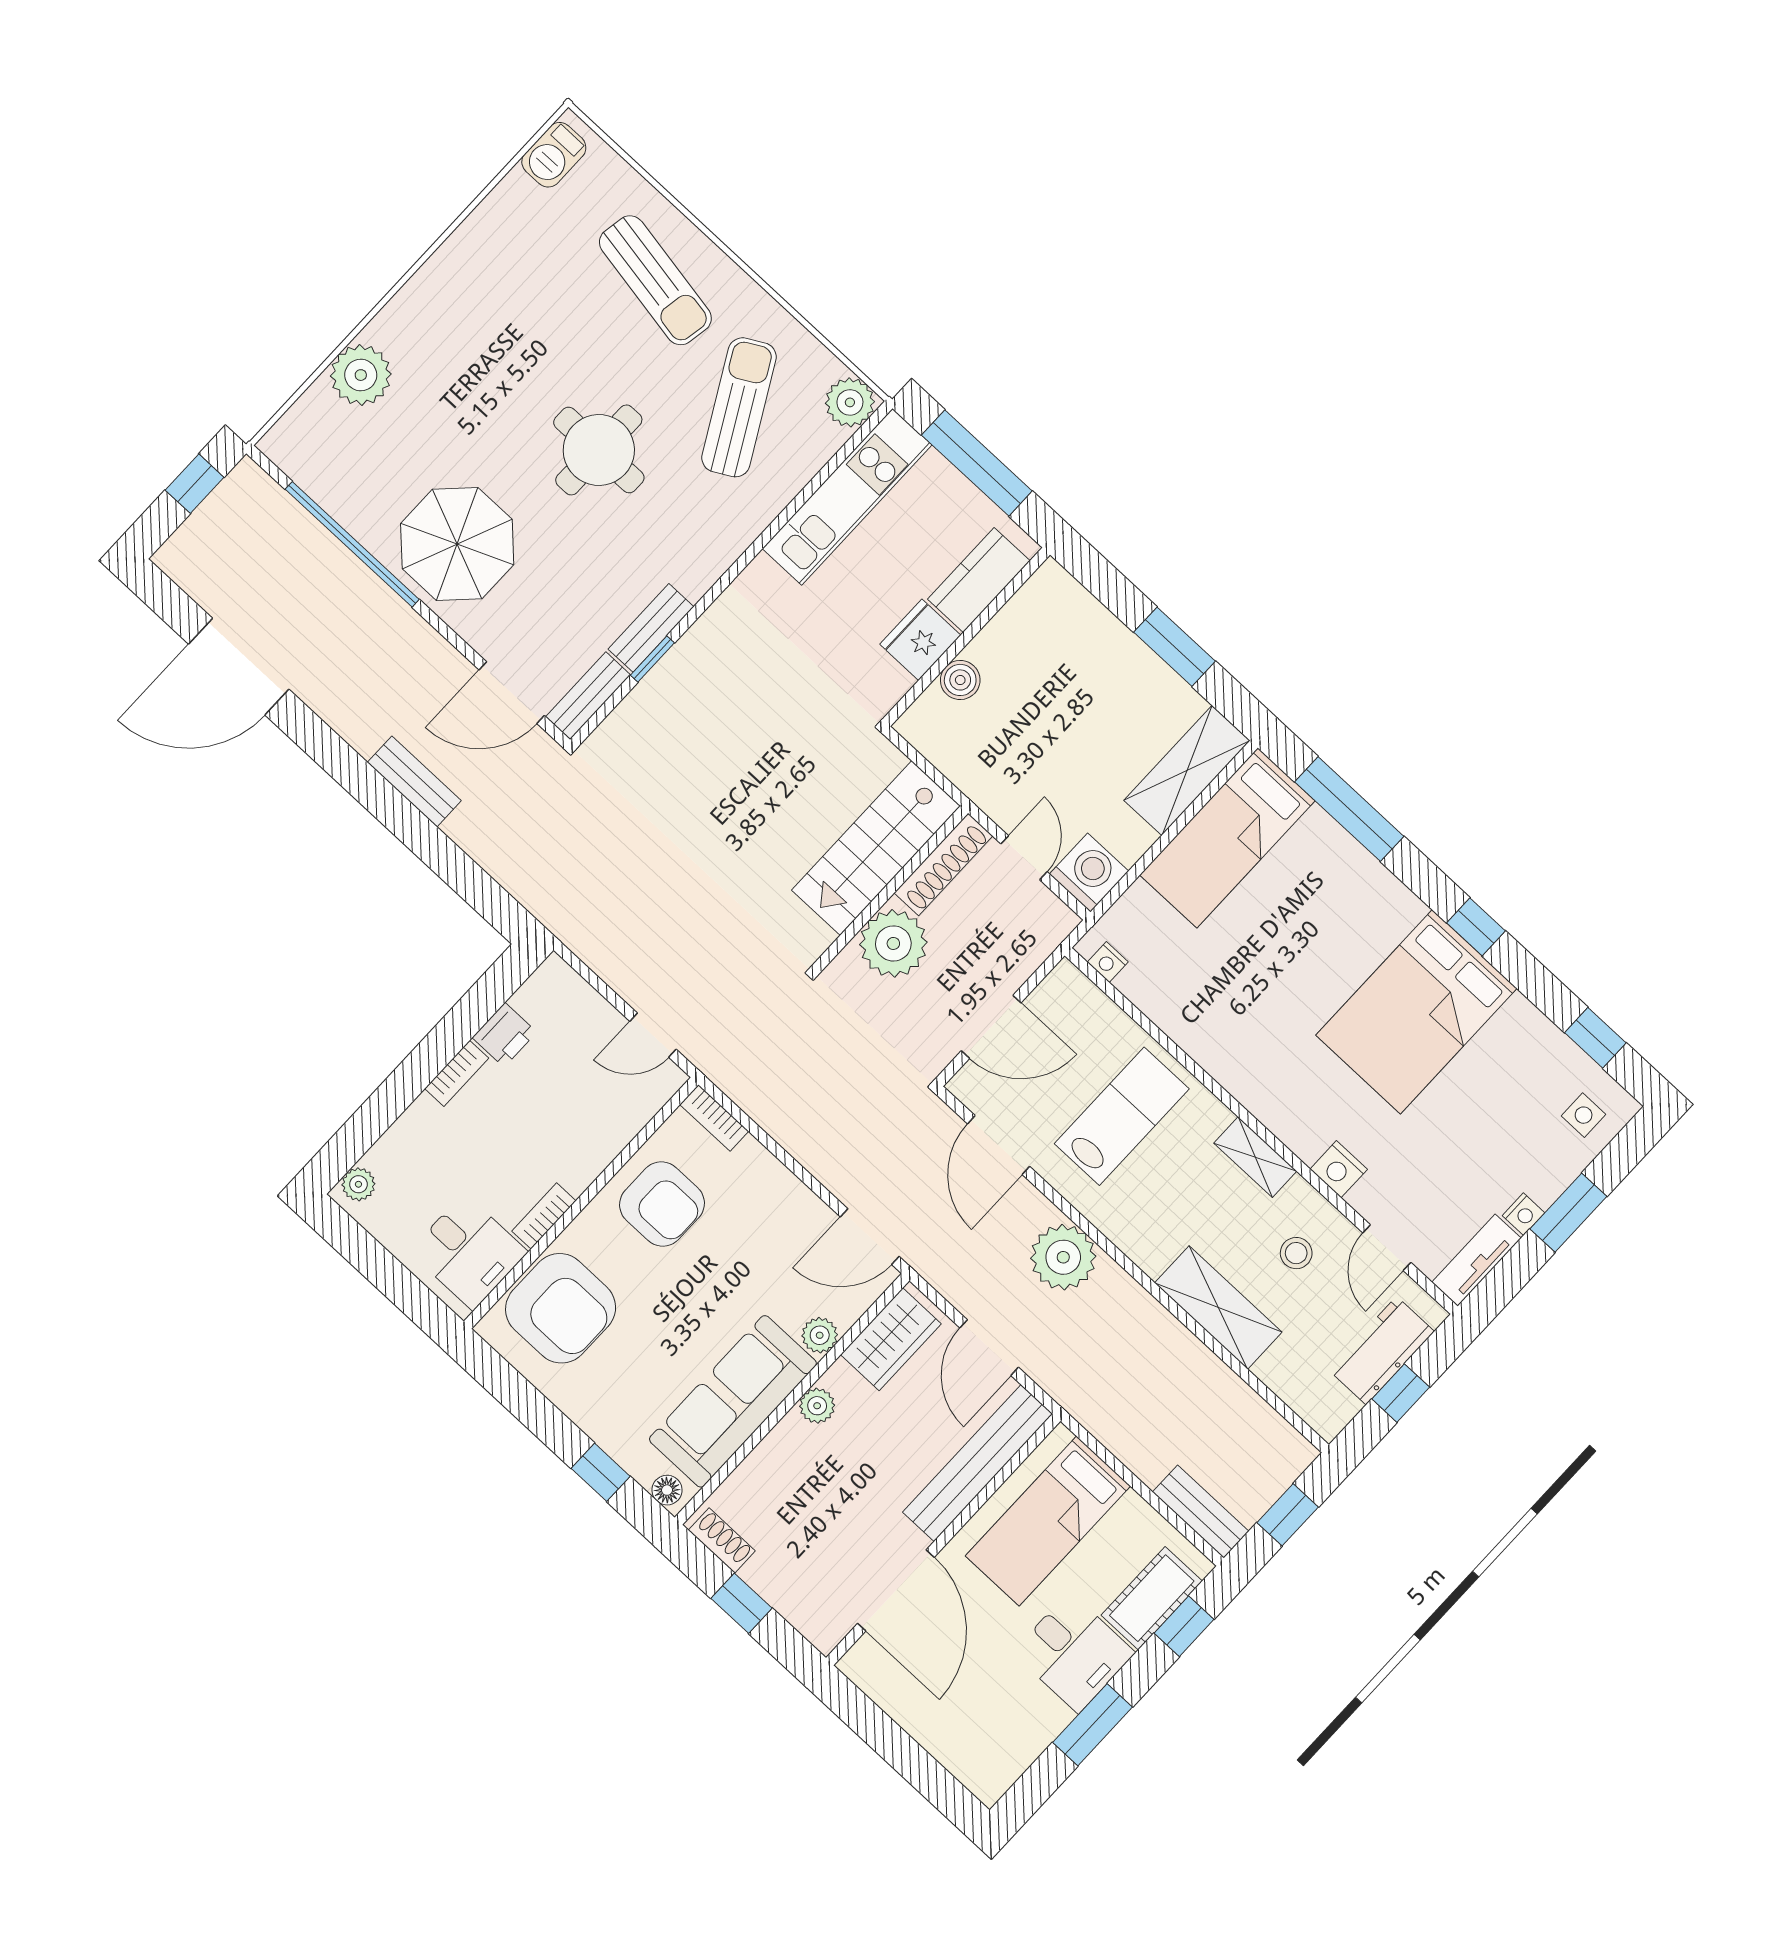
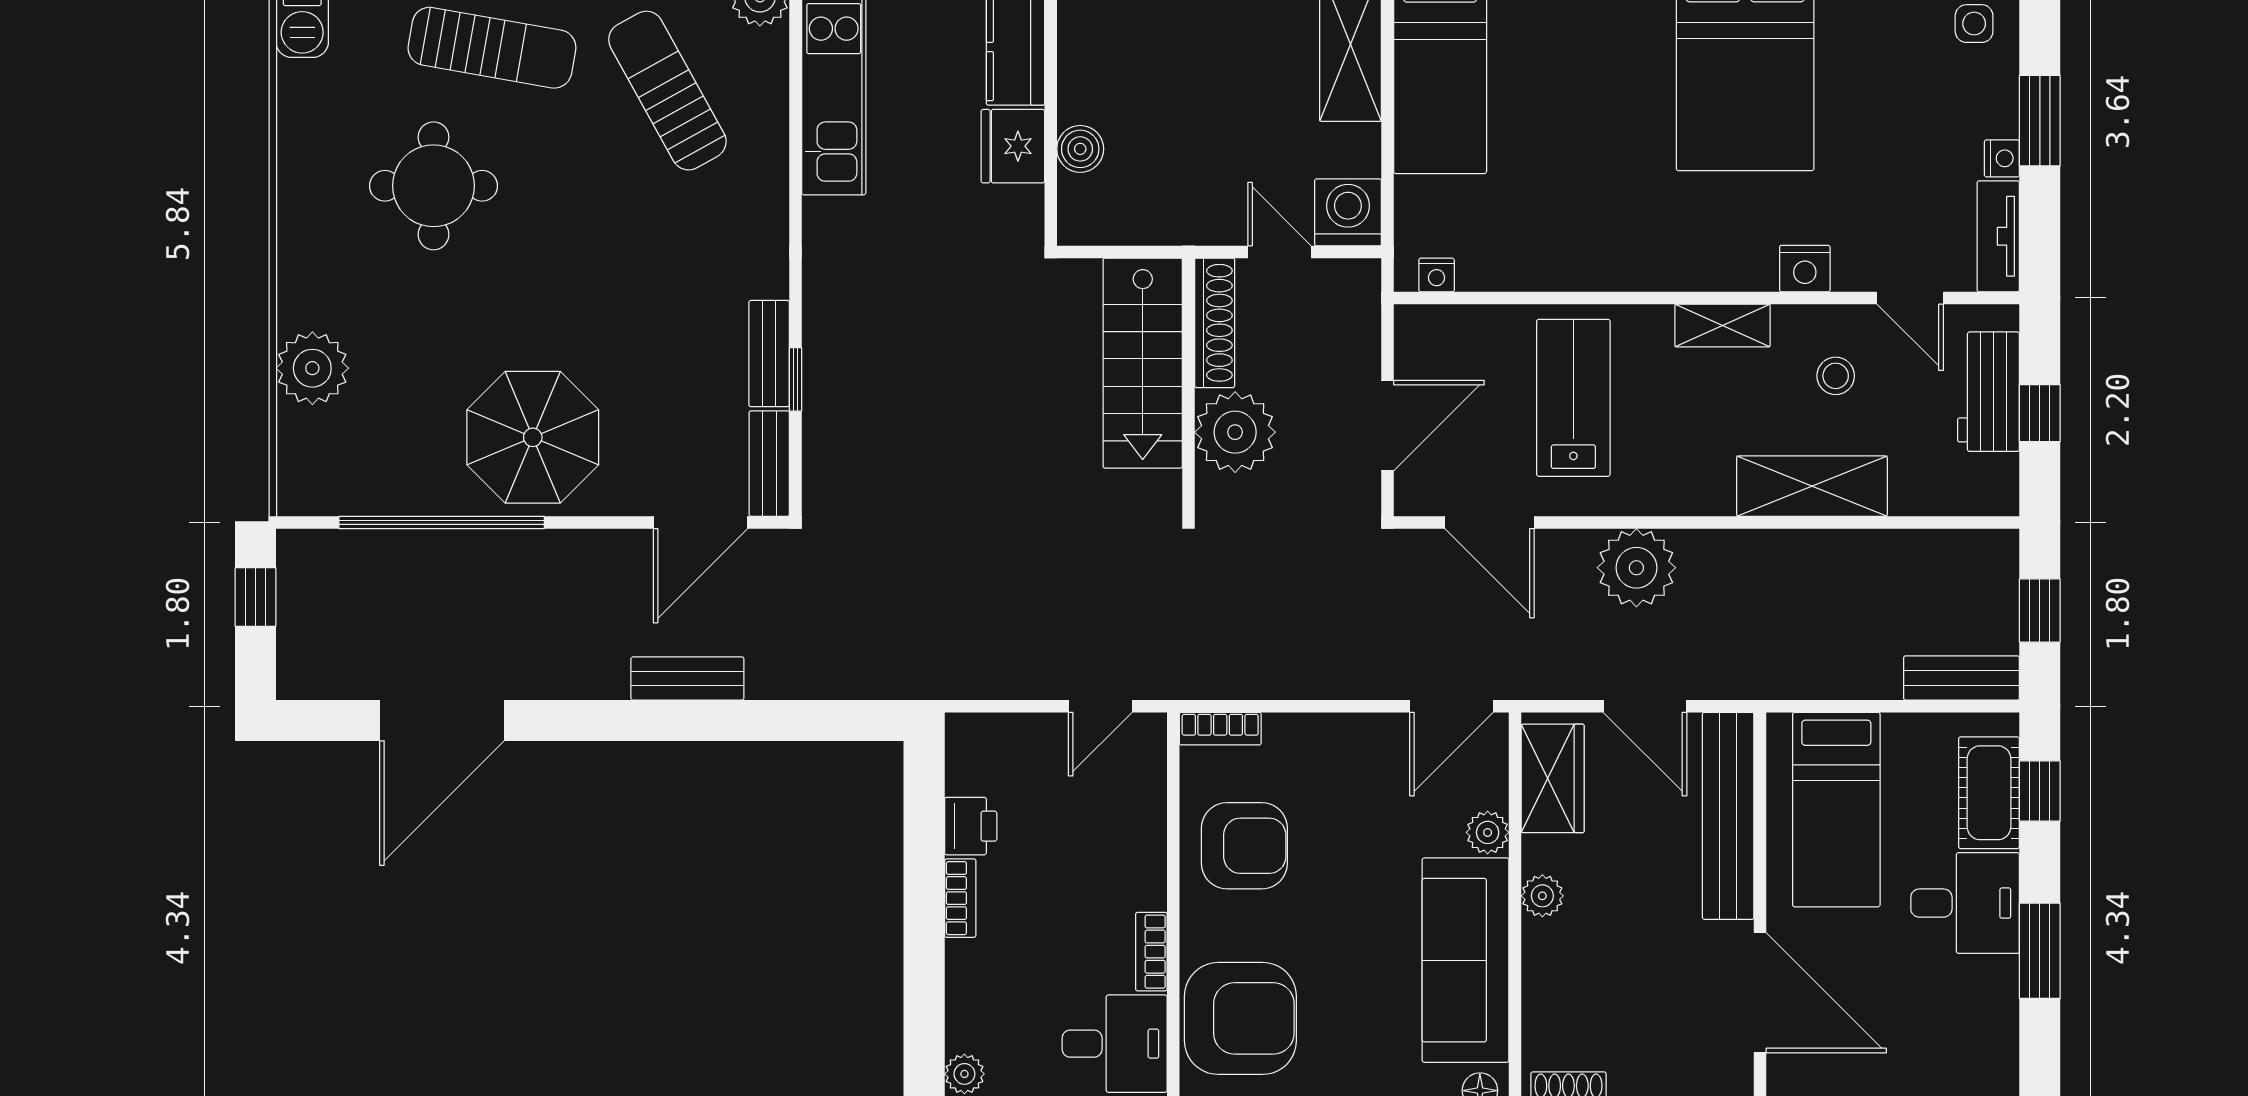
round table: (599, 450) -> (434, 186), moved

